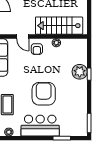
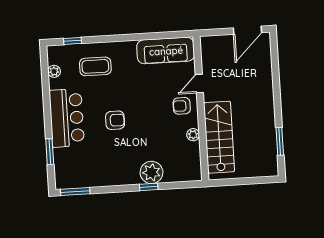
armchair: (44, 94) -> (115, 120), width x0.53, depth x0.53

